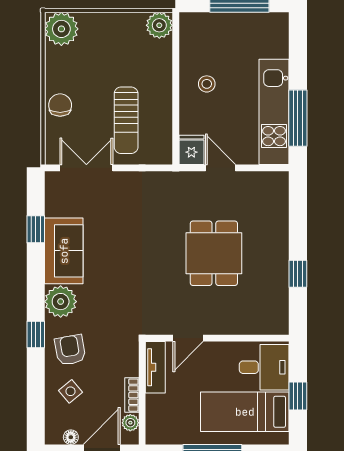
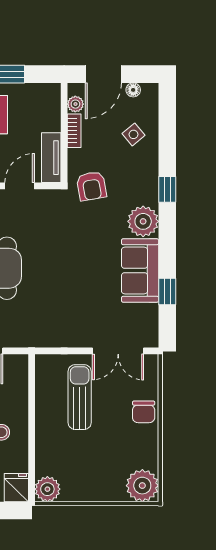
fridge: (191, 150) -> (16, 488), moved, turned 180
armchair: (70, 350) -> (91, 186), moved

